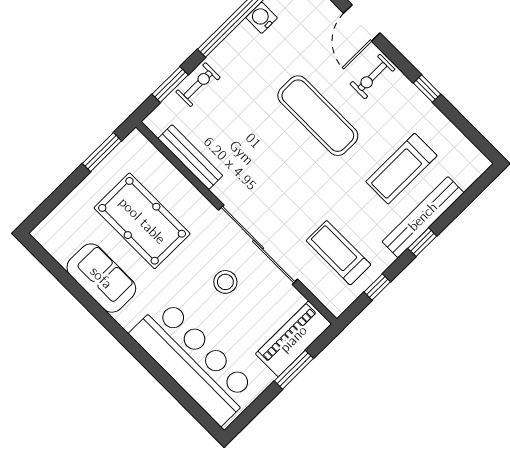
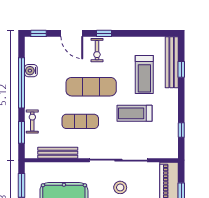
window: (427, 89) -> (104, 33), moved
exercise mat: (259, 146) -> (80, 121), added
bench: (423, 217) -> (172, 62), moved
window: (422, 242) -> (181, 69), moved
treadmill: (338, 253) -> (134, 113), moved

